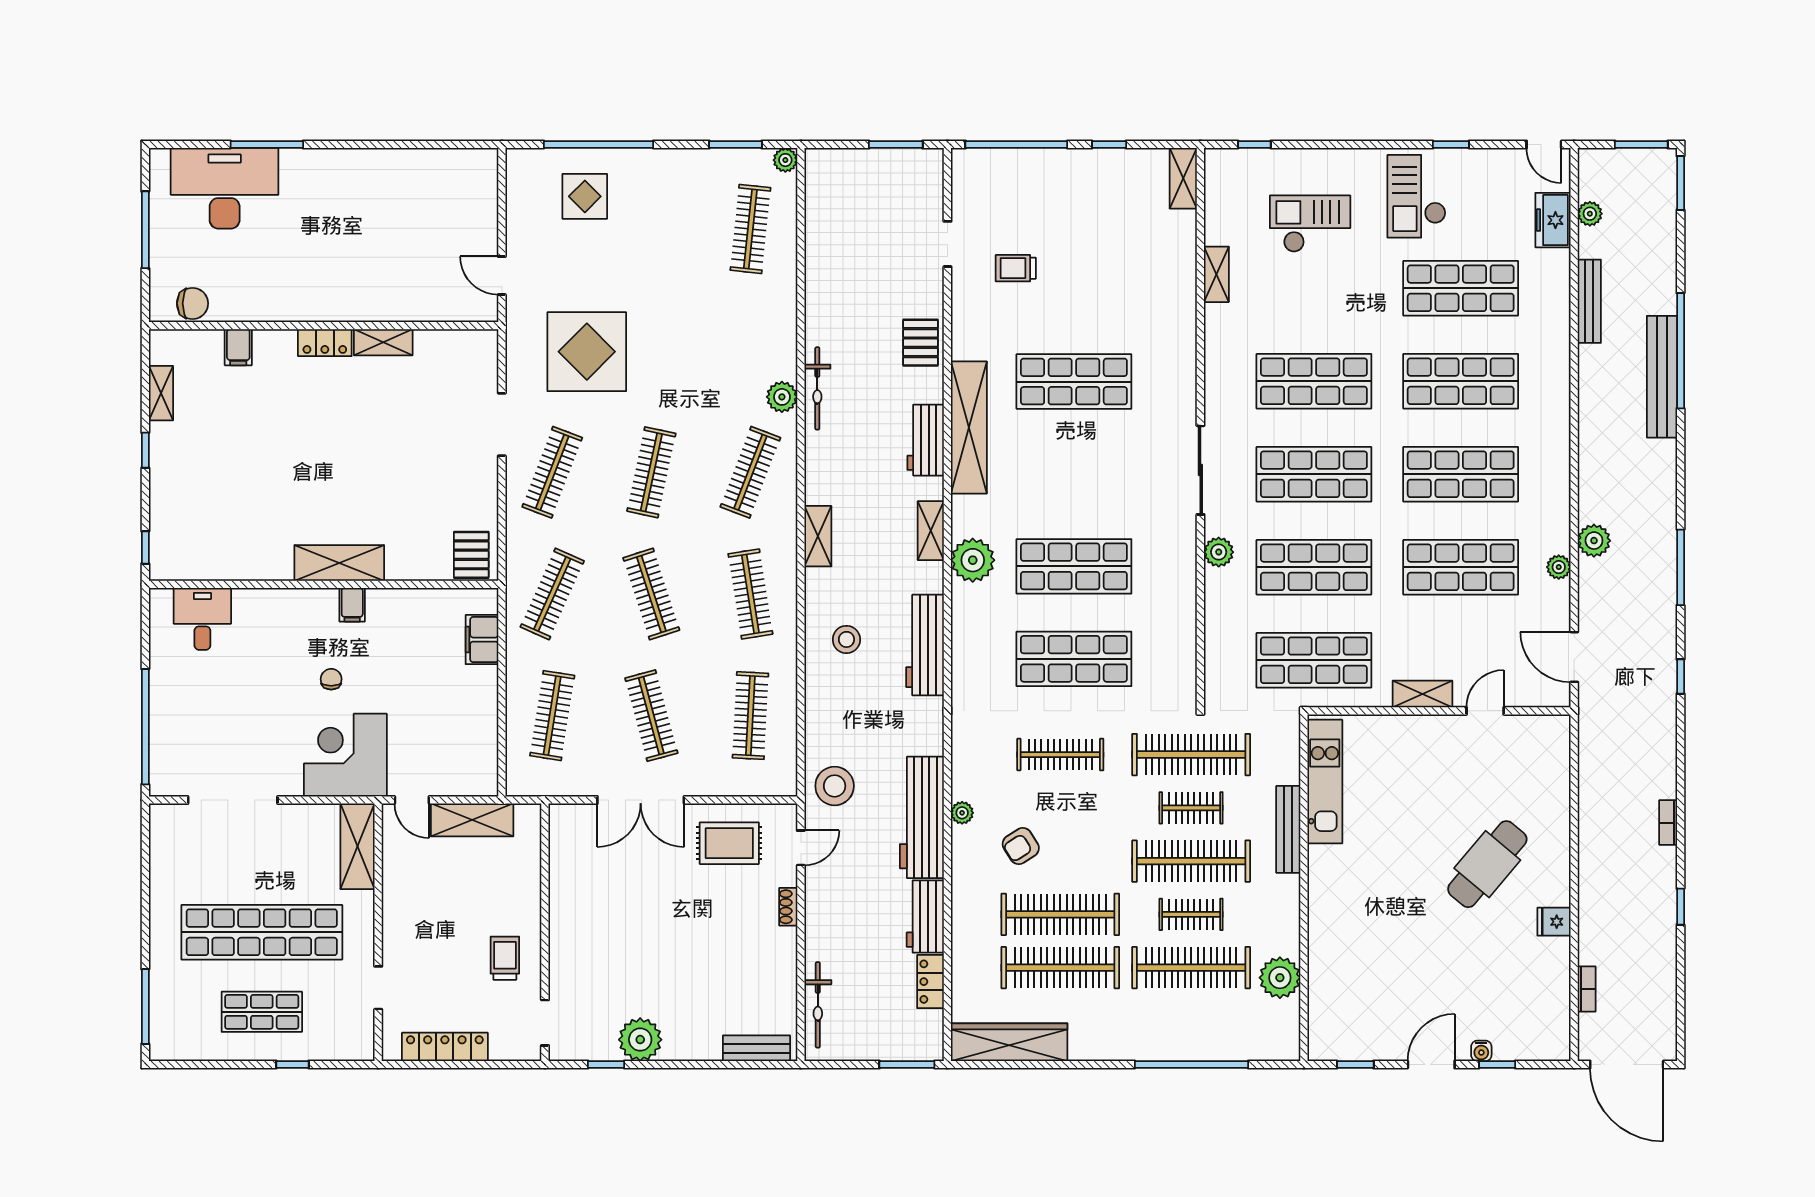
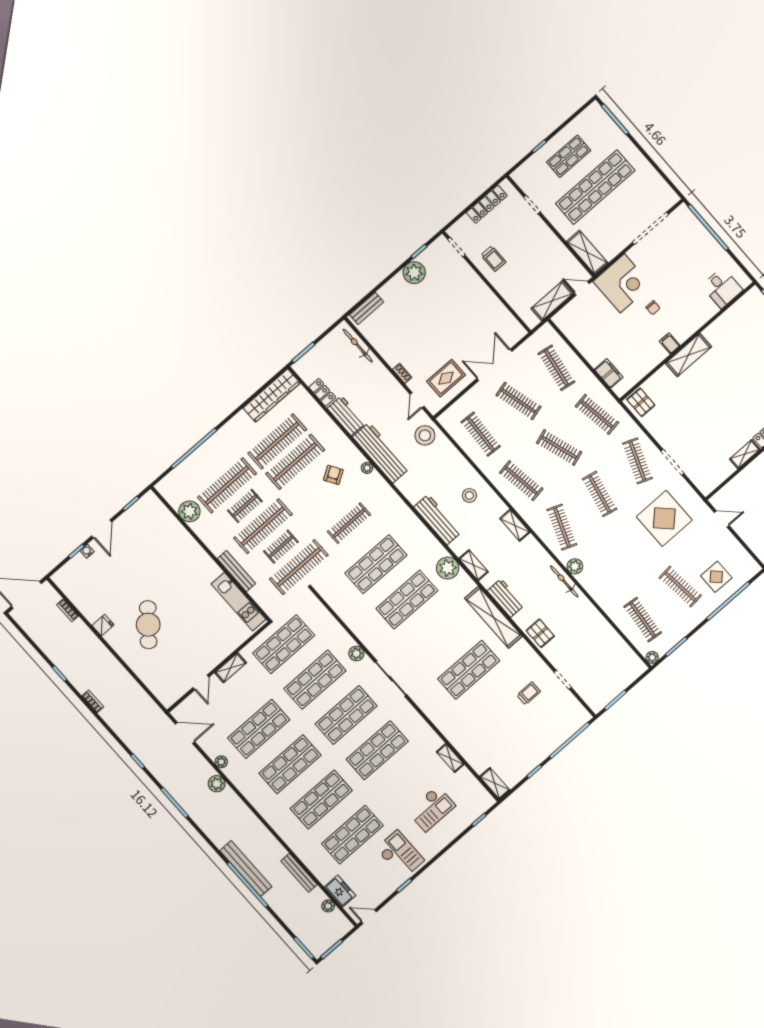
clothes rail: (651, 229) -> (680, 587), added
clothes rail: (552, 594) -> (597, 414), turned -33

